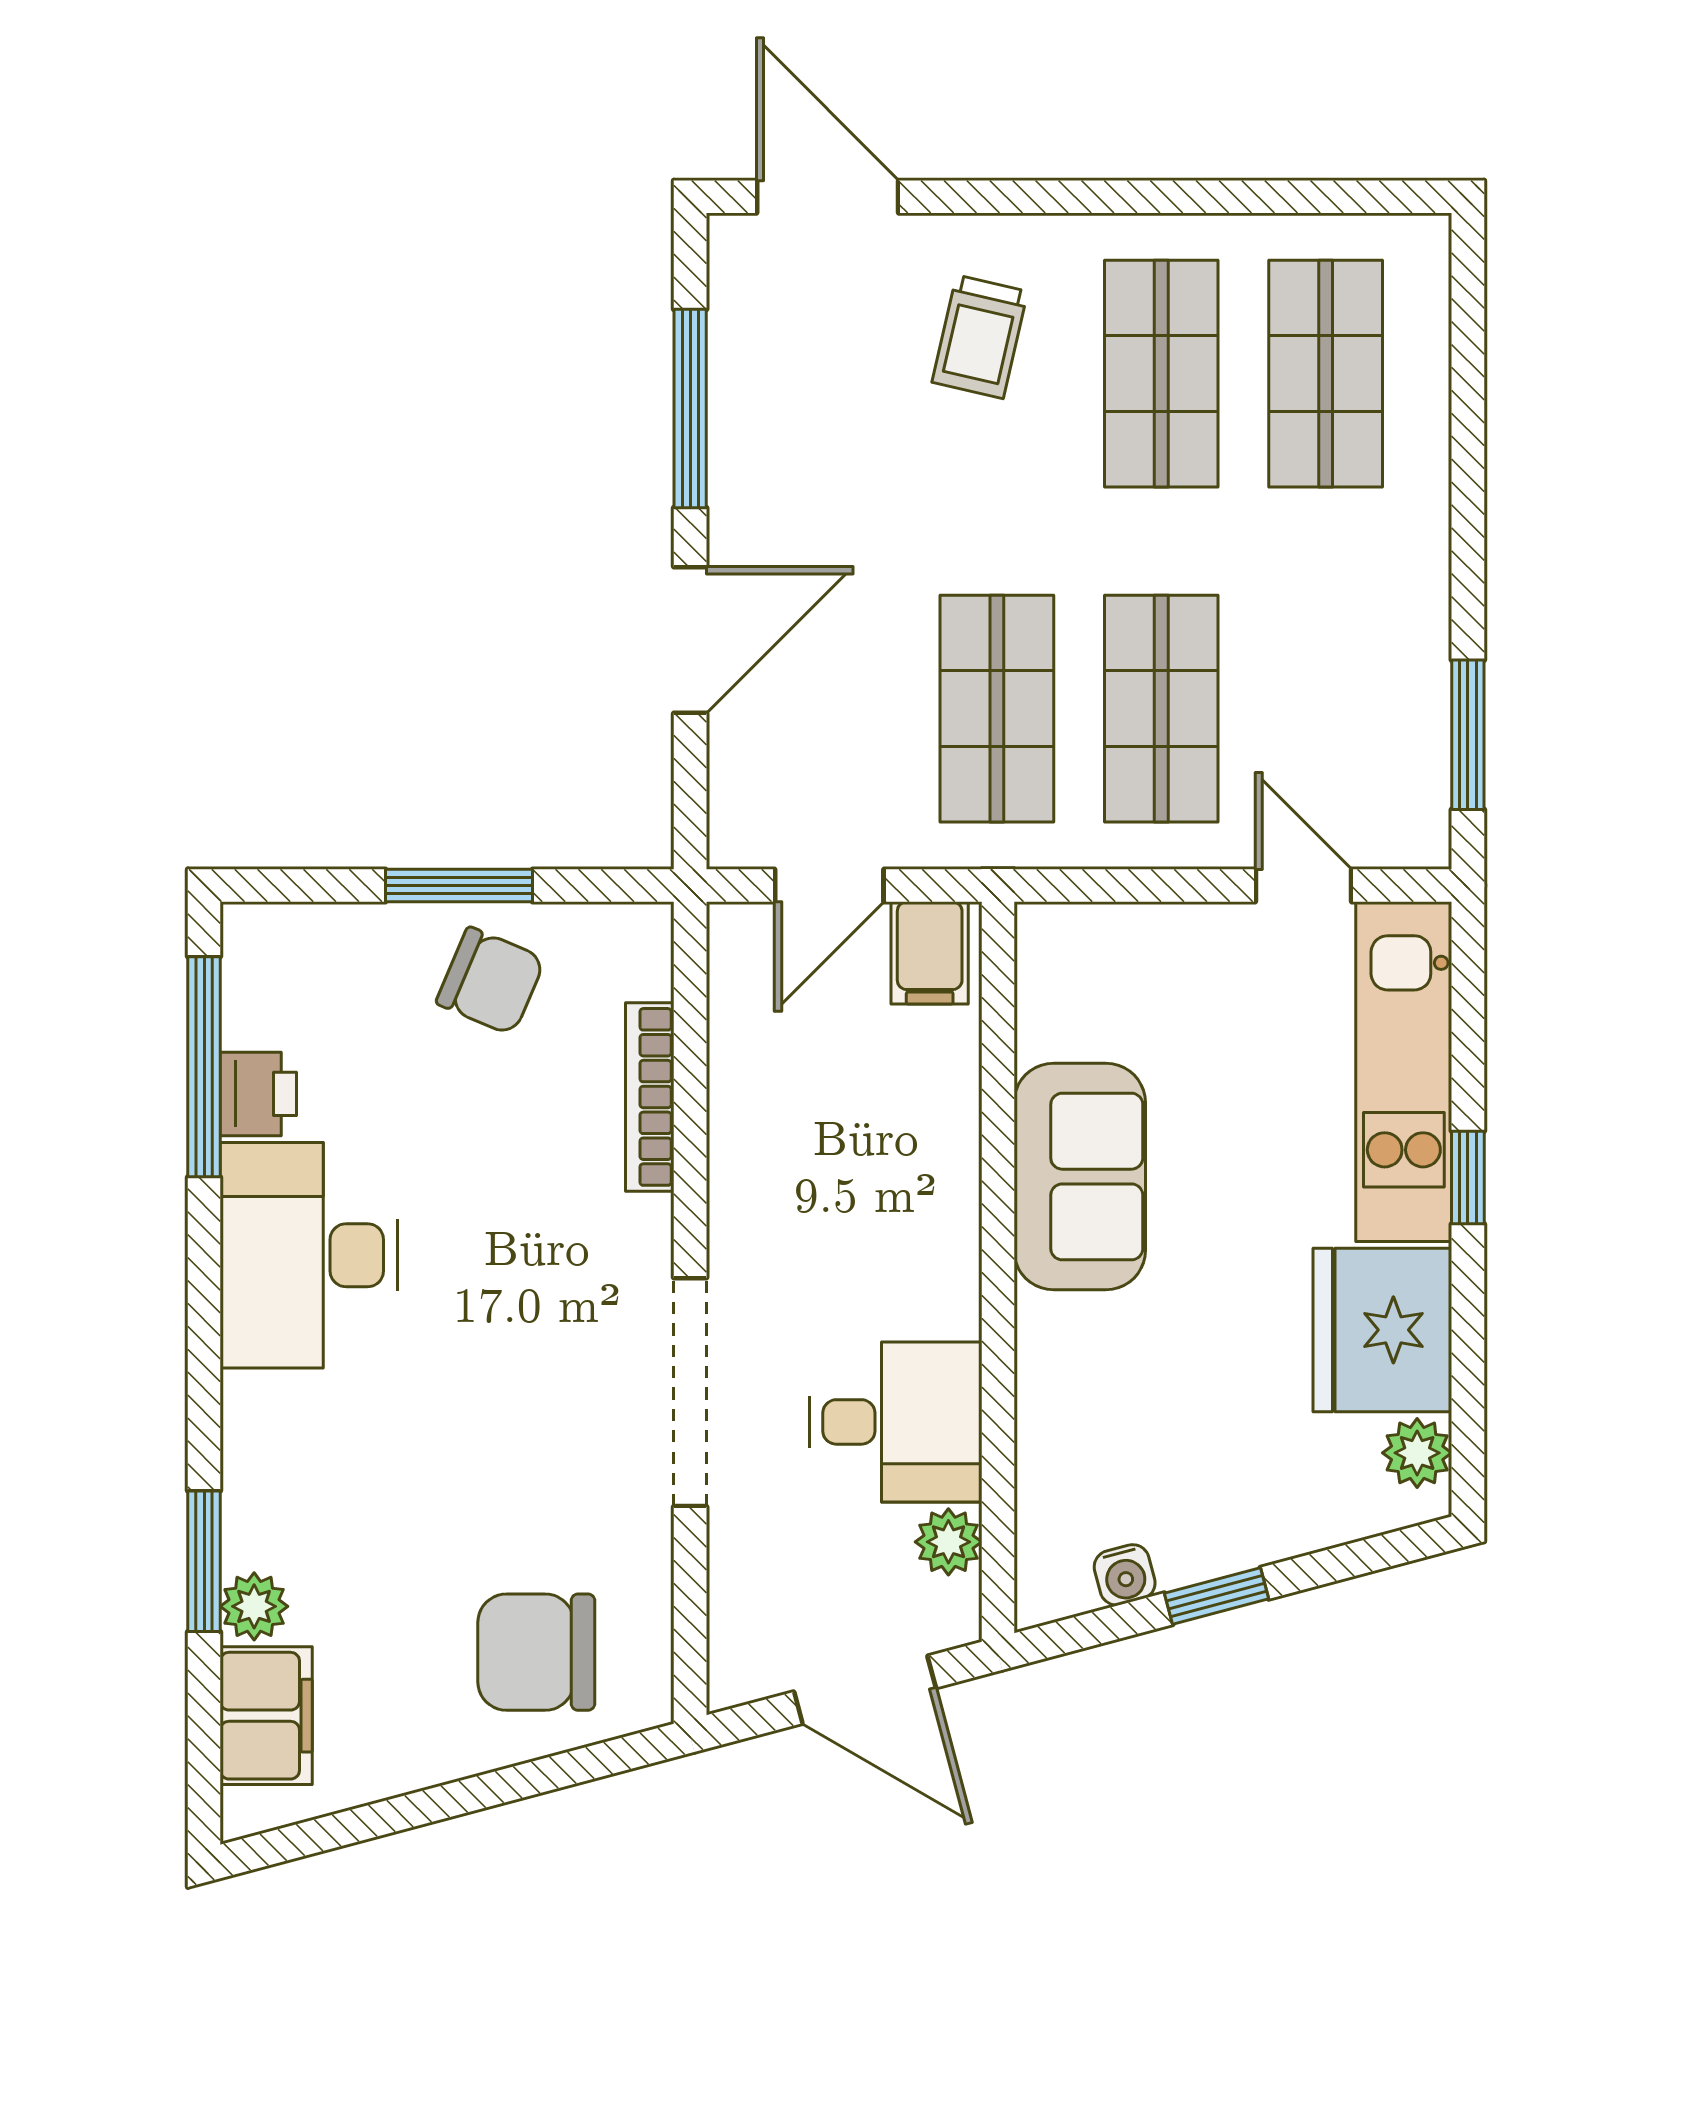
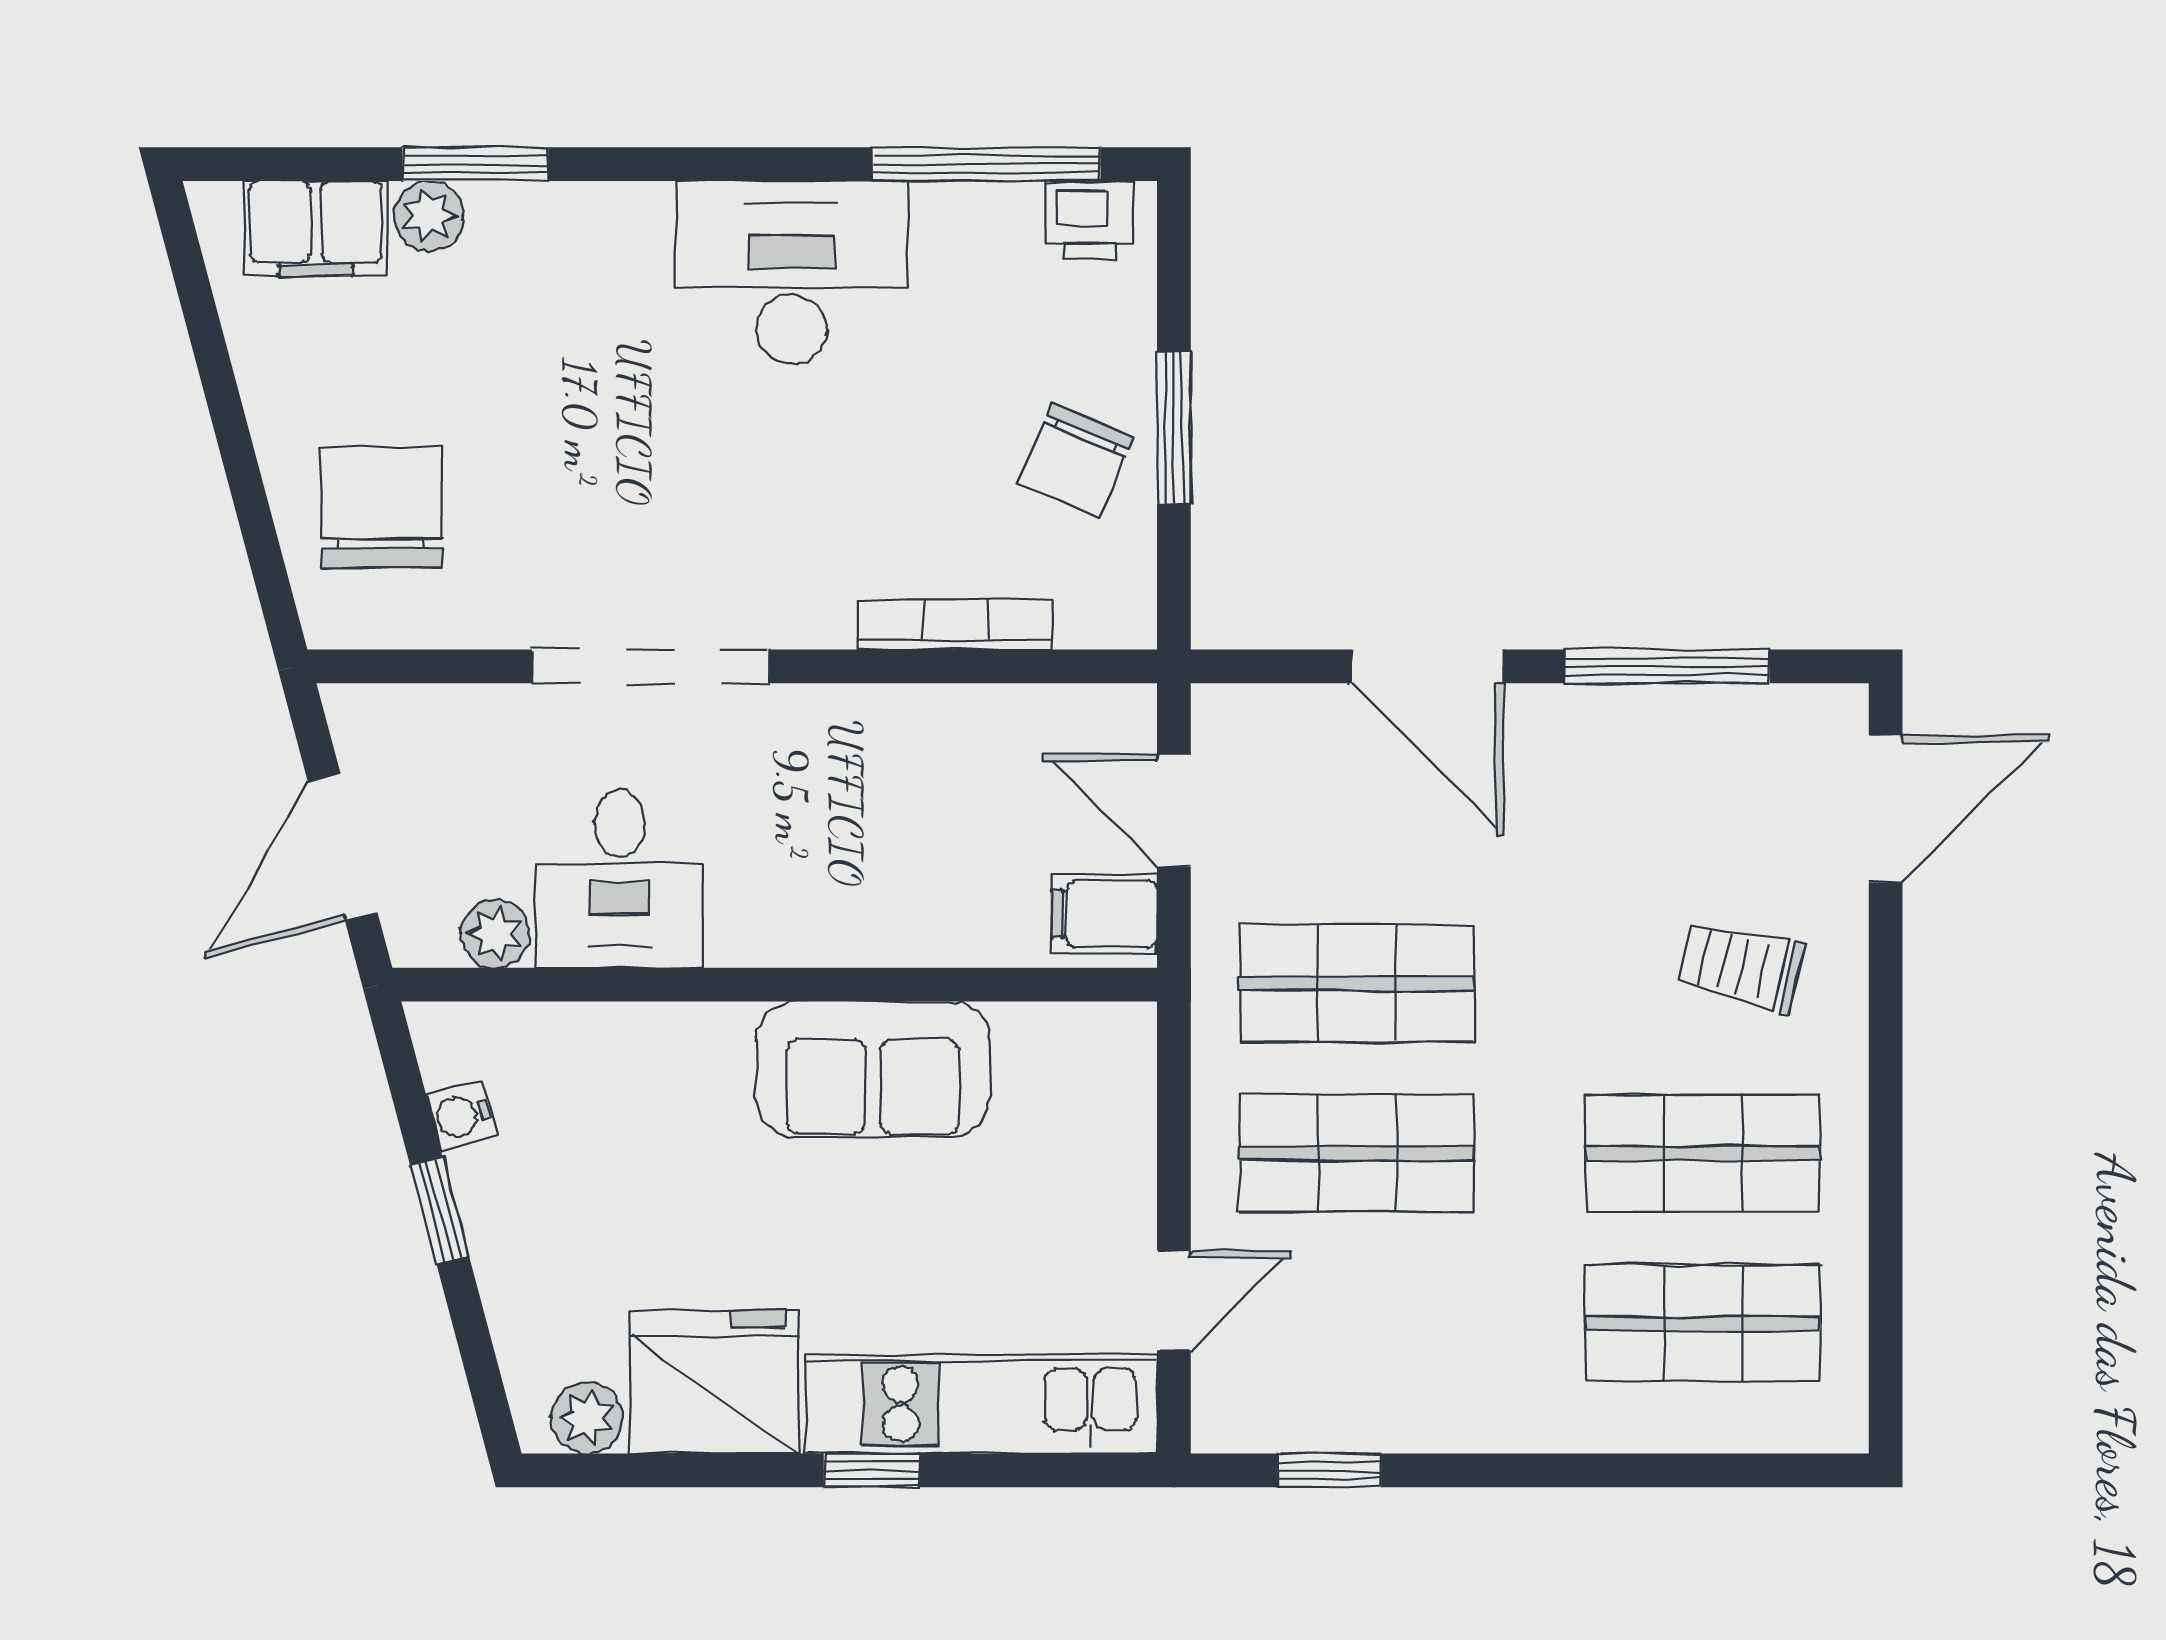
window: (1468, 735) -> (1330, 1470), width x0.67
printer: (258, 1094) -> (1090, 220), moved

